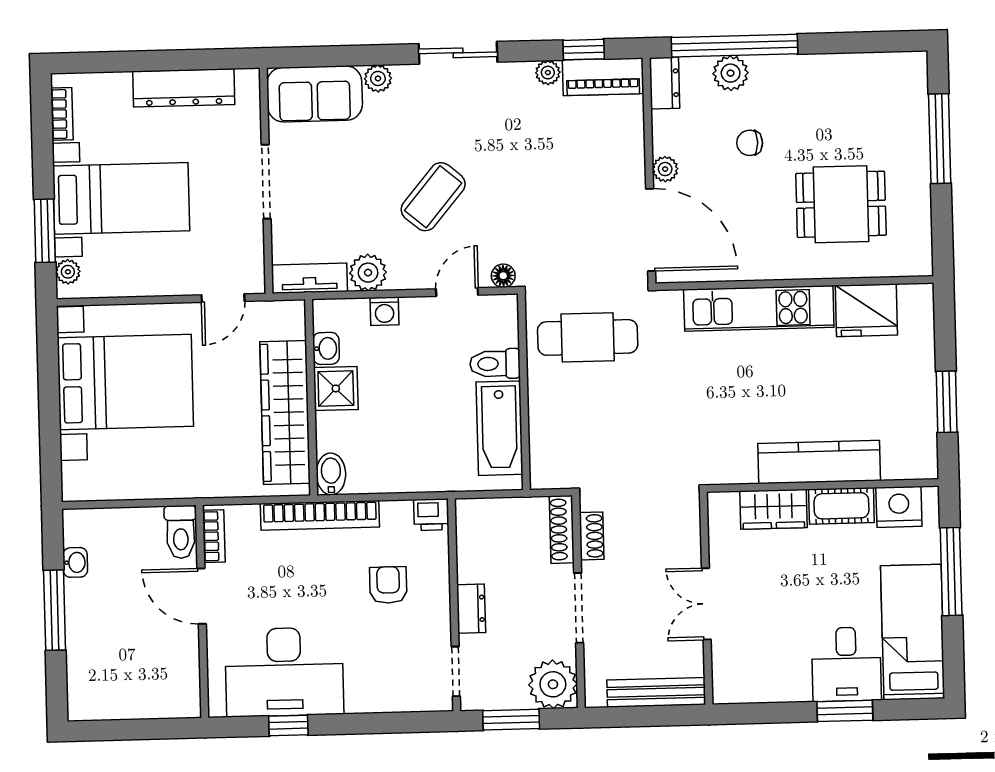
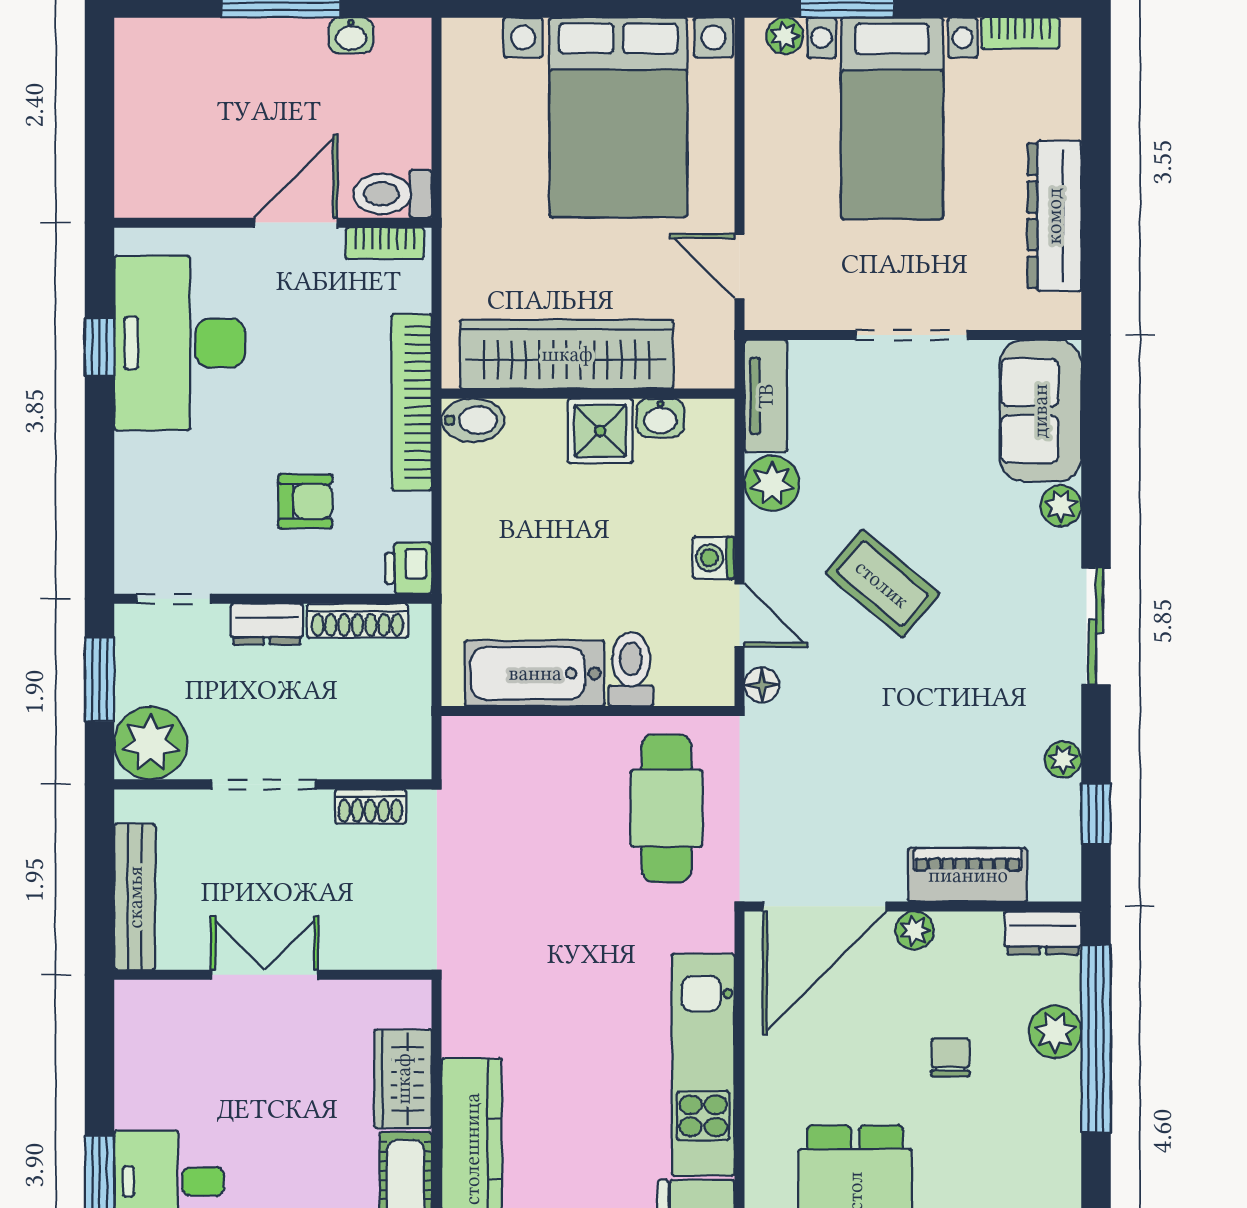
piano: (603, 77) -> (968, 875), moved, turned 90
washing machine: (384, 311) -> (714, 558), moved
shoe rack: (562, 529) -> (357, 621), moved, turned 180

